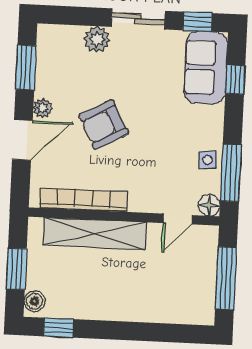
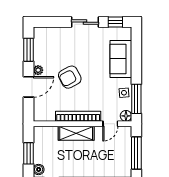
plant: (97, 39) -> (64, 34), removed
sofa: (206, 67) -> (121, 59), moved
window: (235, 80) -> (136, 51), removed
bookcase: (84, 200) -> (78, 116), moved
shelving: (95, 234) -> (76, 133), width x0.68

